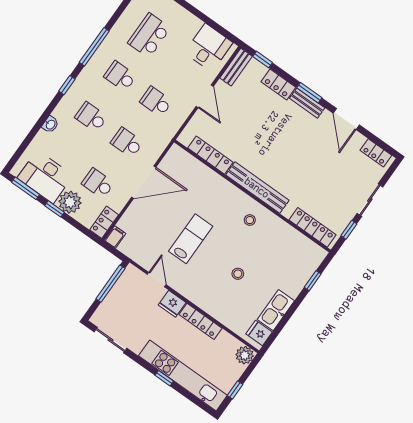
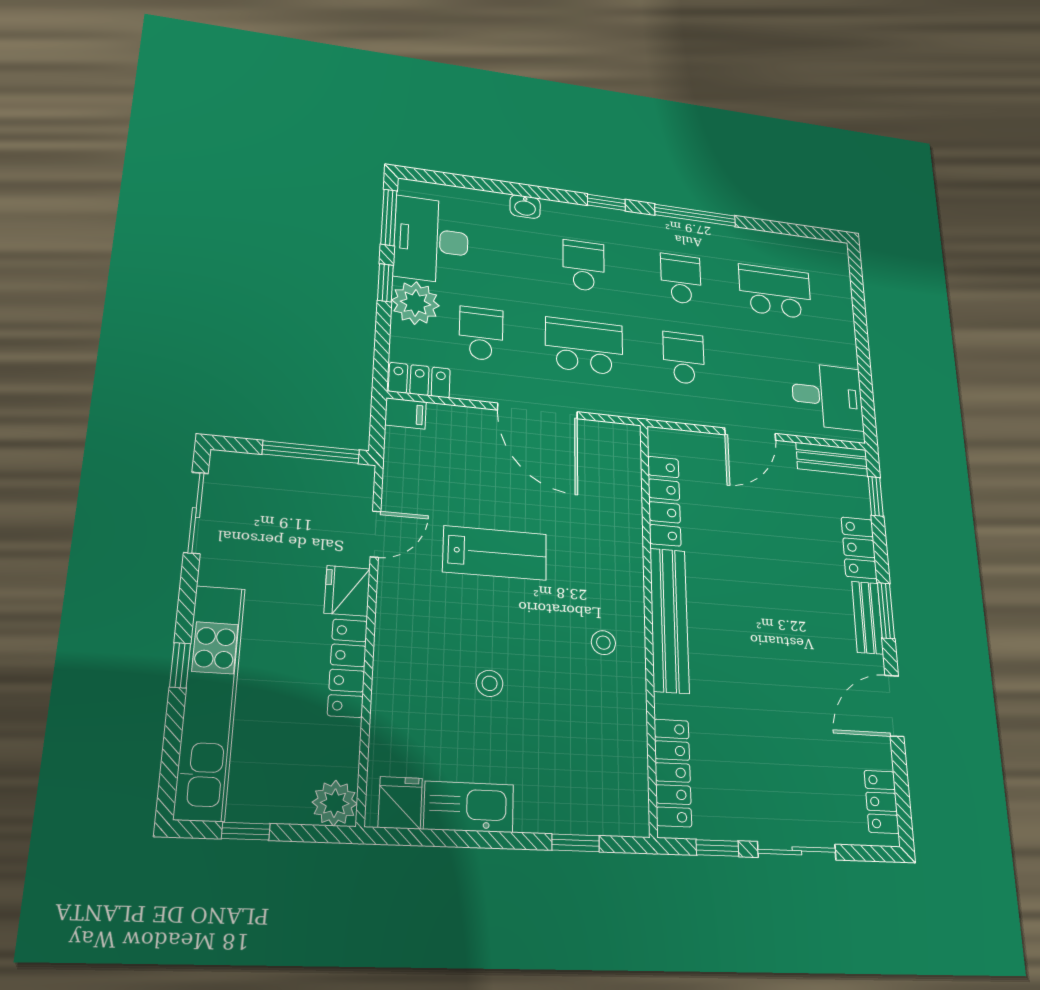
school desk: (127, 142) -> (584, 346), width x1.85

